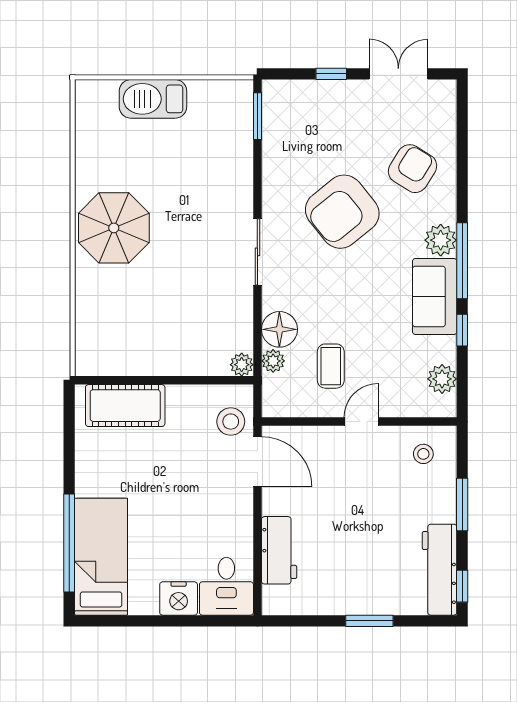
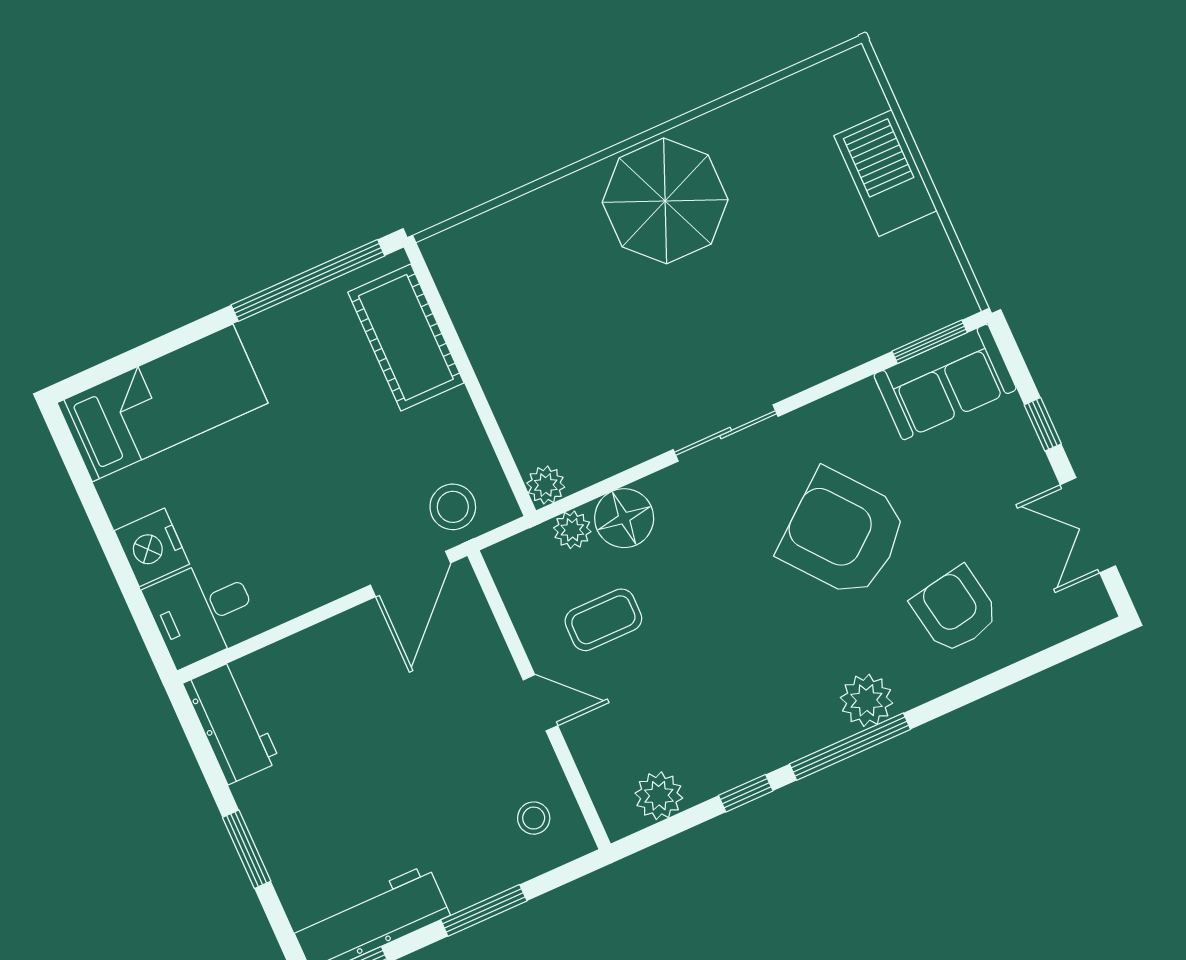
double door: (398, 74) -> (1088, 525), swing flipped
armchair: (412, 169) -> (955, 610), turned -132
sofa: (435, 296) -> (945, 382), moved, turned 180
window: (69, 543) -> (308, 280), moved
workbench: (279, 550) -> (231, 723), moved, turned -90

